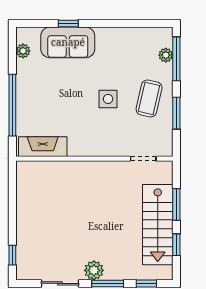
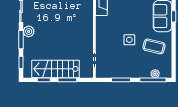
coffee table: (149, 98) -> (154, 46), moved

